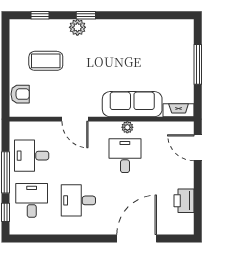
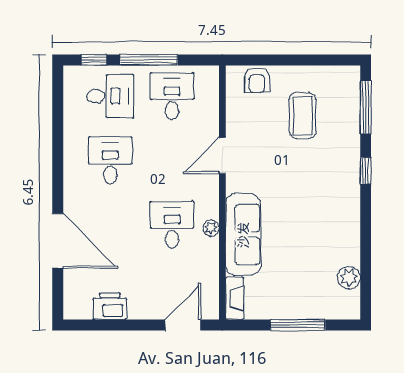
window: (40, 15) -> (366, 107), width x2.17
plant: (77, 27) -> (349, 278), moved
desk: (125, 156) -> (172, 225), turned -90

